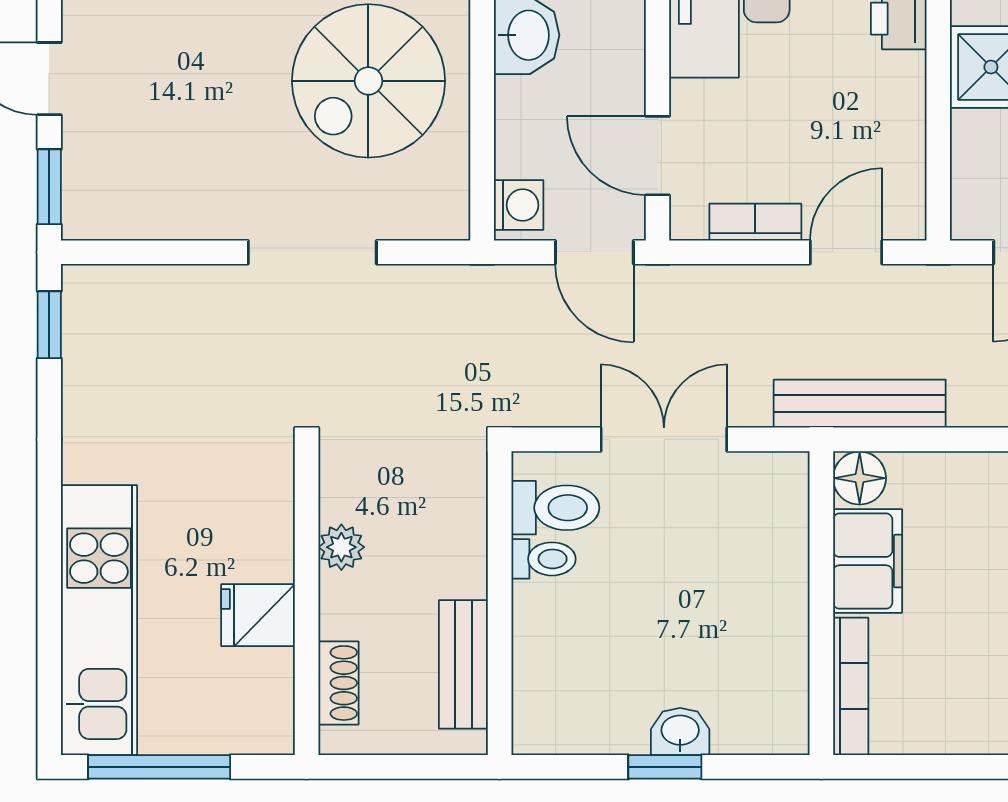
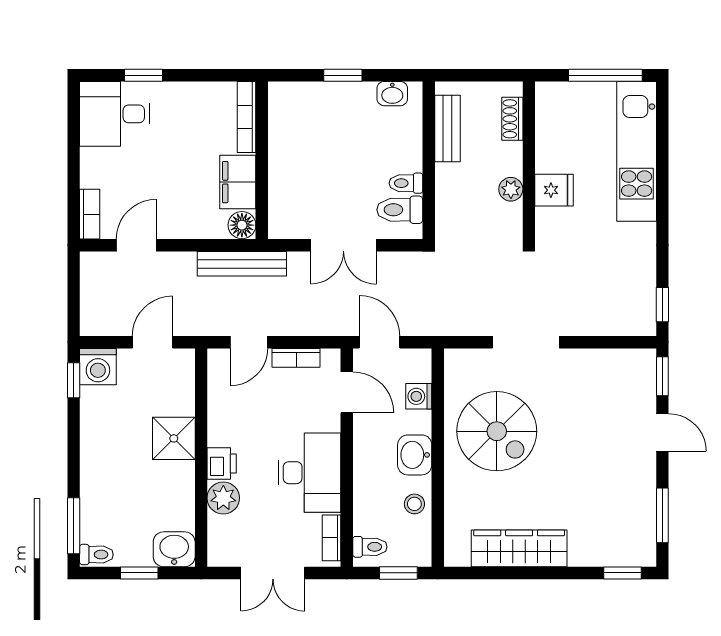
spiral stairs: (368, 81) -> (497, 431), turned 90
washing machine: (519, 205) -> (419, 396), moved
fridge: (258, 615) -> (554, 190), moved
washbasin: (680, 732) -> (392, 94), moved

